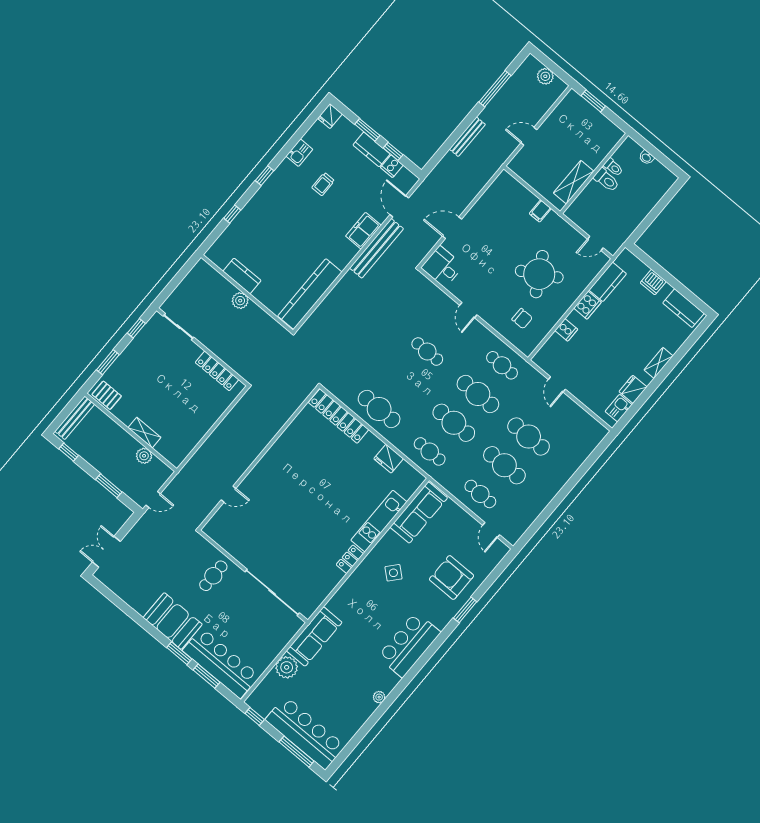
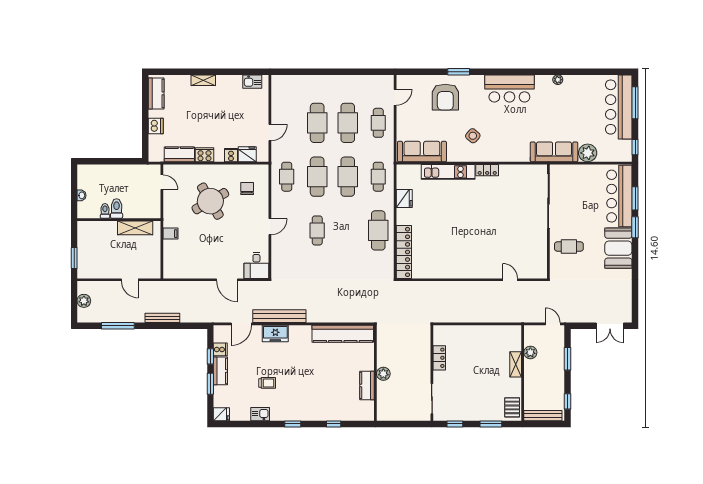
locker: (217, 371) -> (439, 358), width x0.66
fridge: (633, 389) -> (247, 154), moved, turned 180

